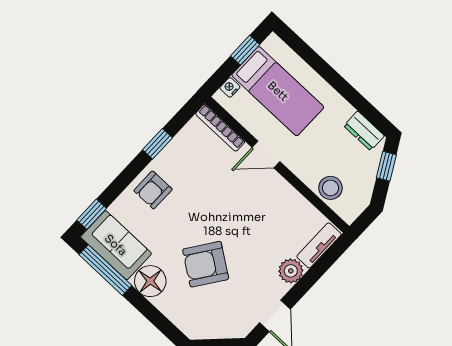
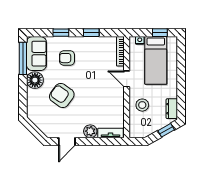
stool: (330, 188) -> (142, 105), moved
armchair: (153, 190) -> (67, 58), moved
window: (92, 214) -> (61, 33), moved

